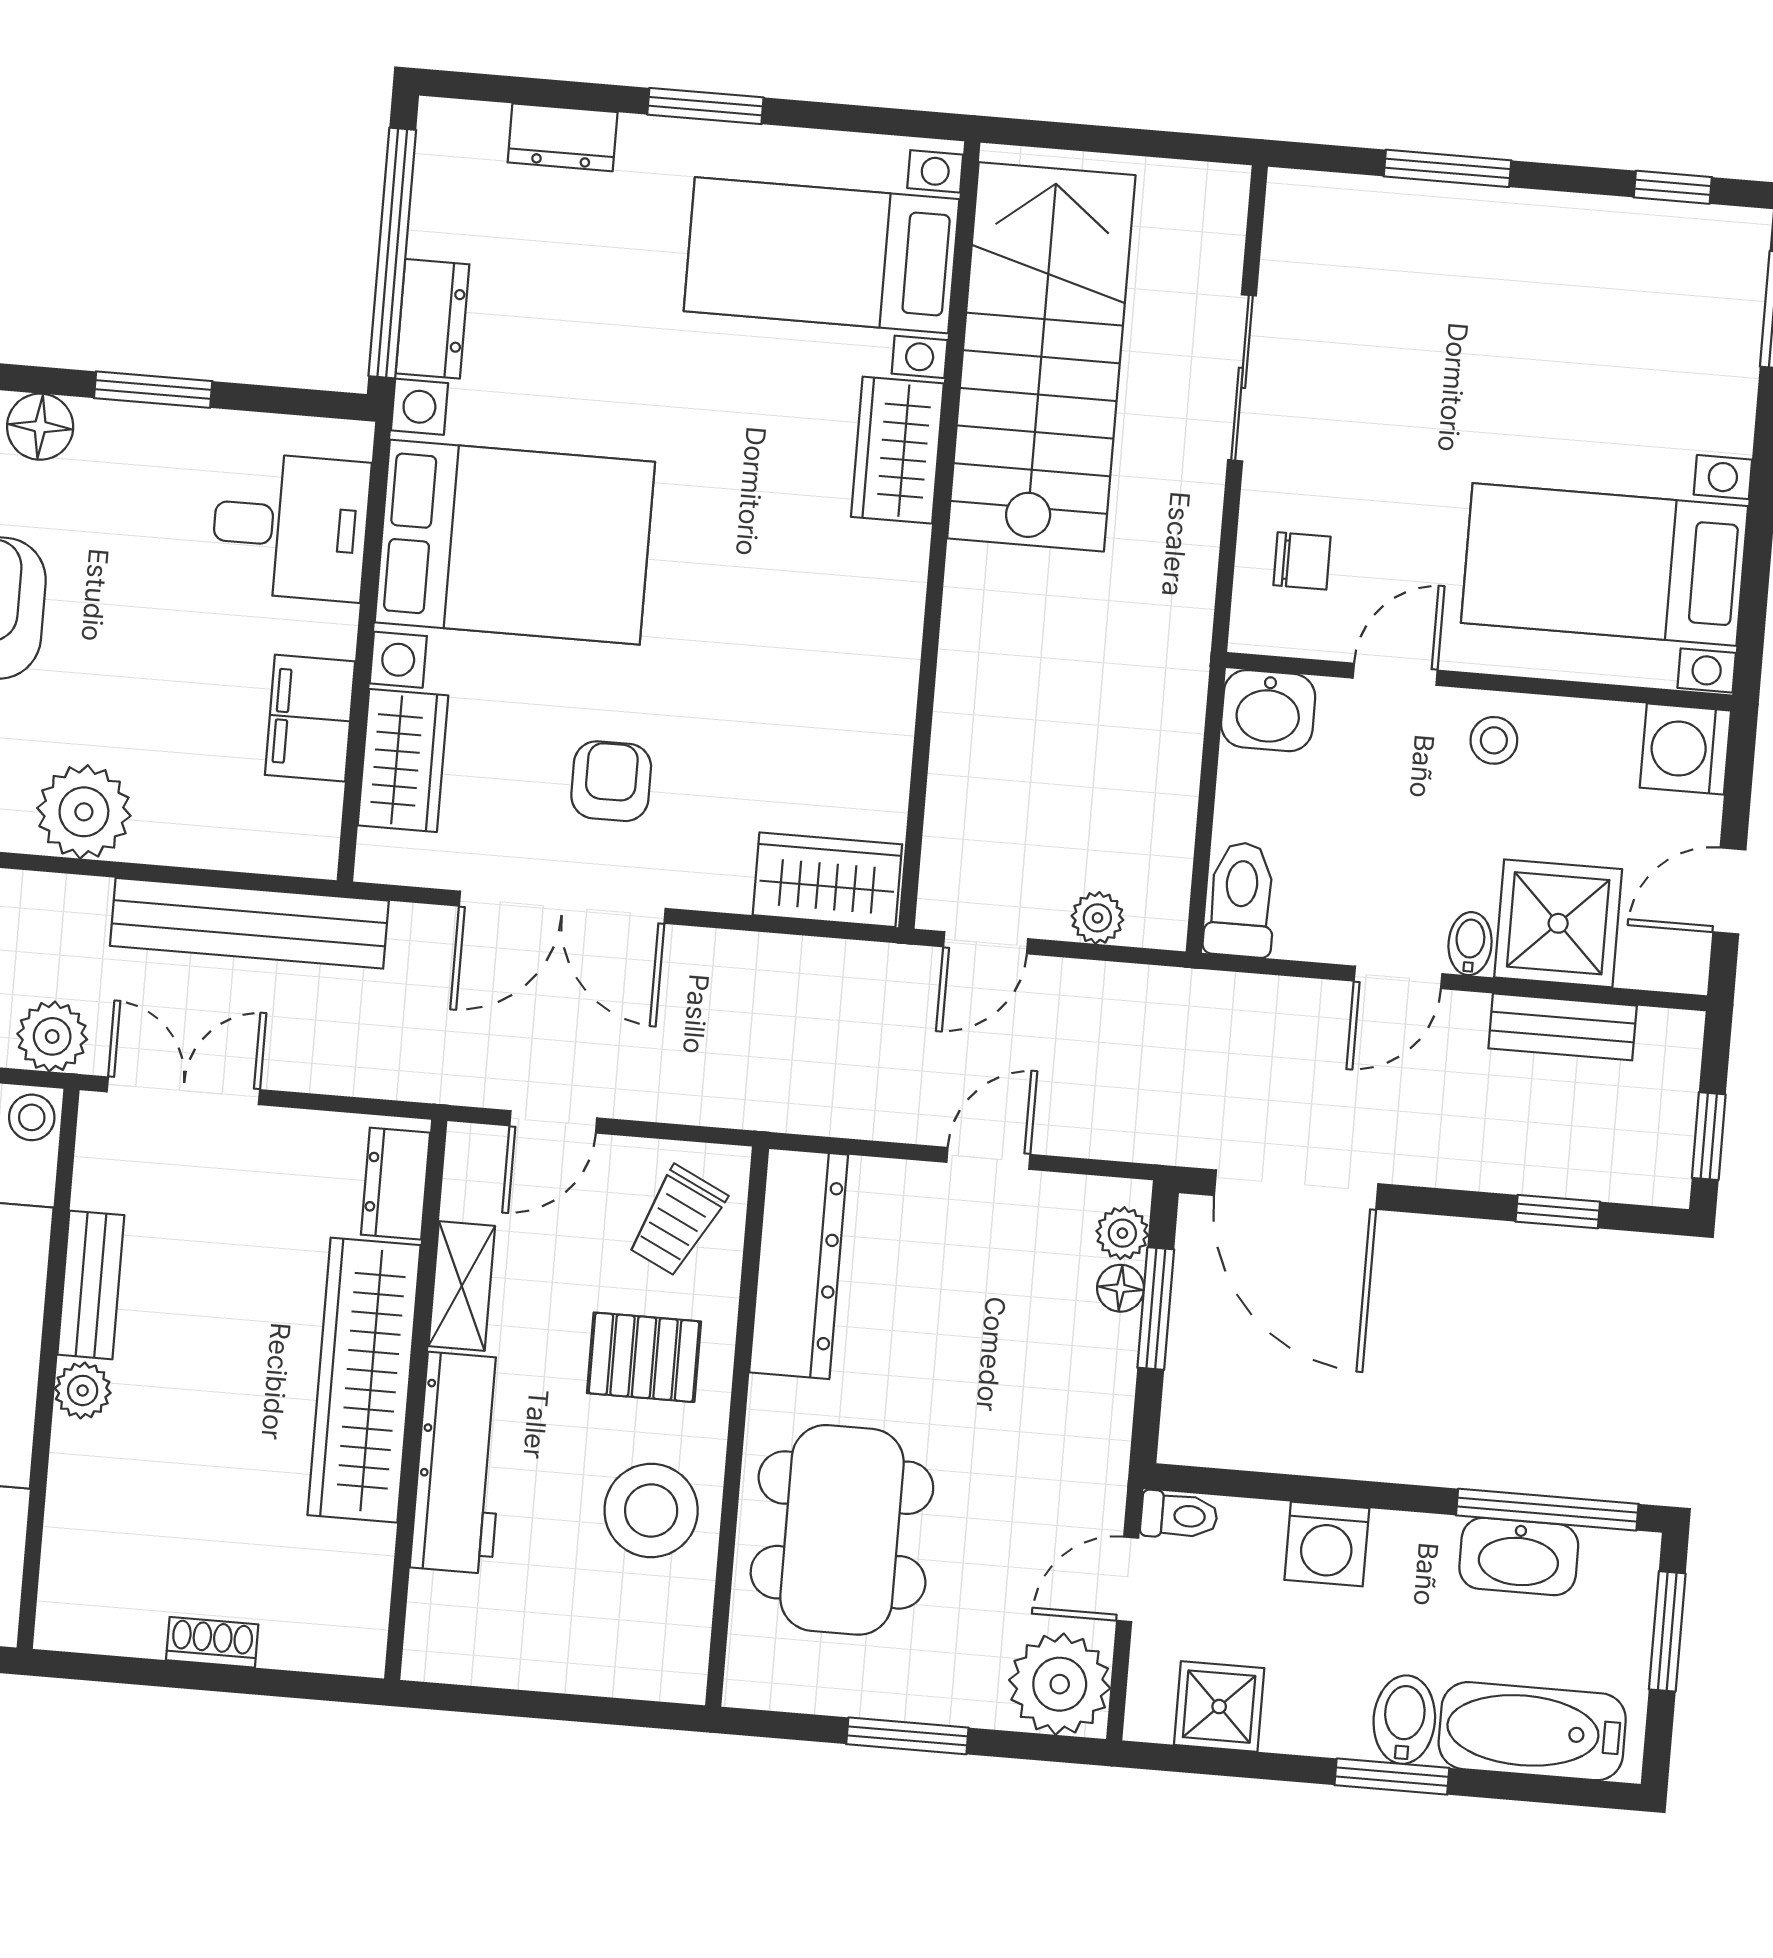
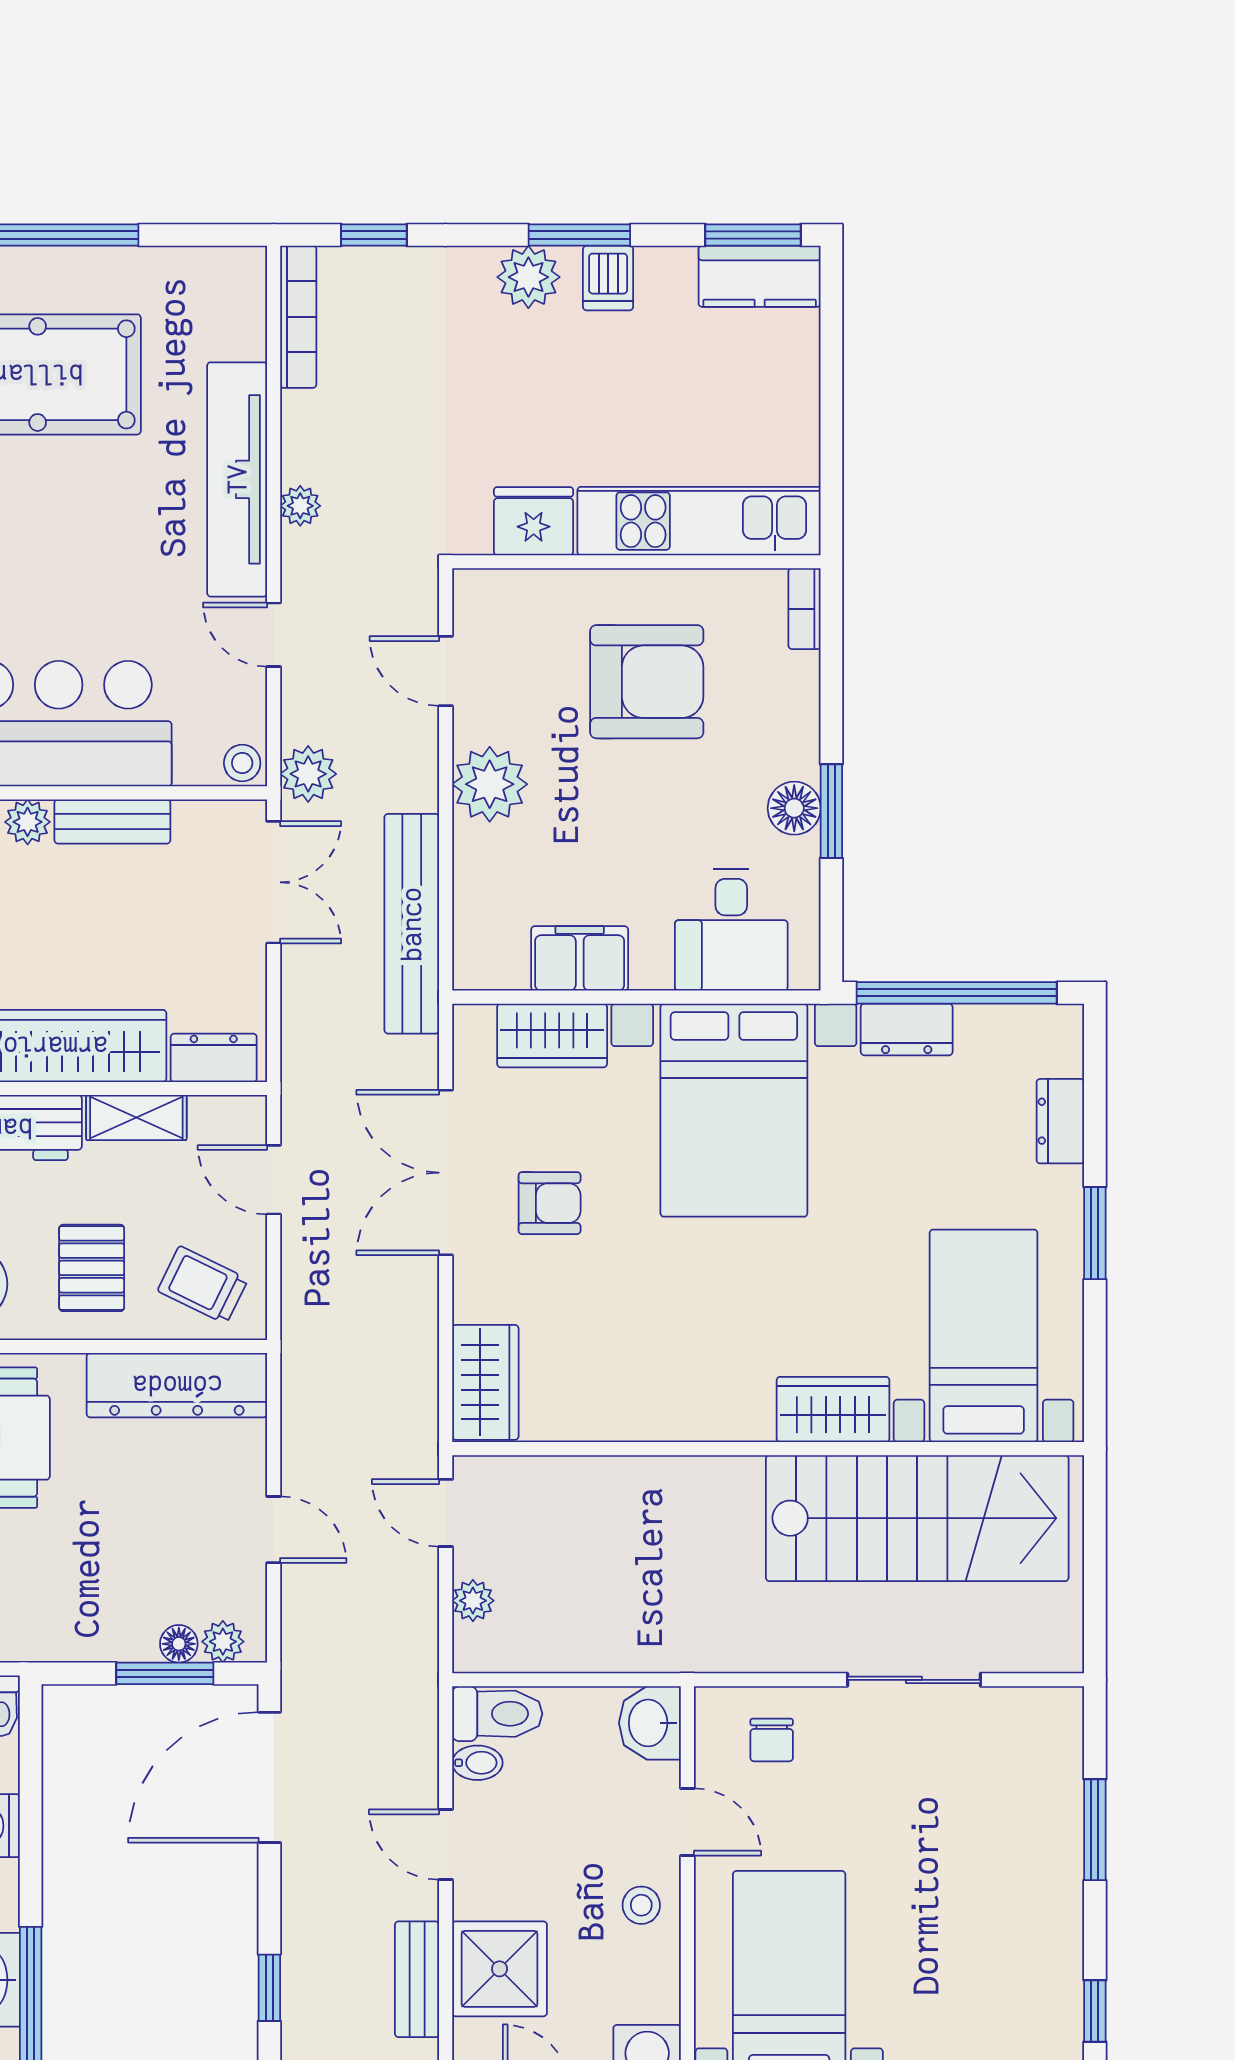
floor lamp: (40, 427) -> (794, 808), moved
bidet: (1470, 944) -> (477, 1763), moved

